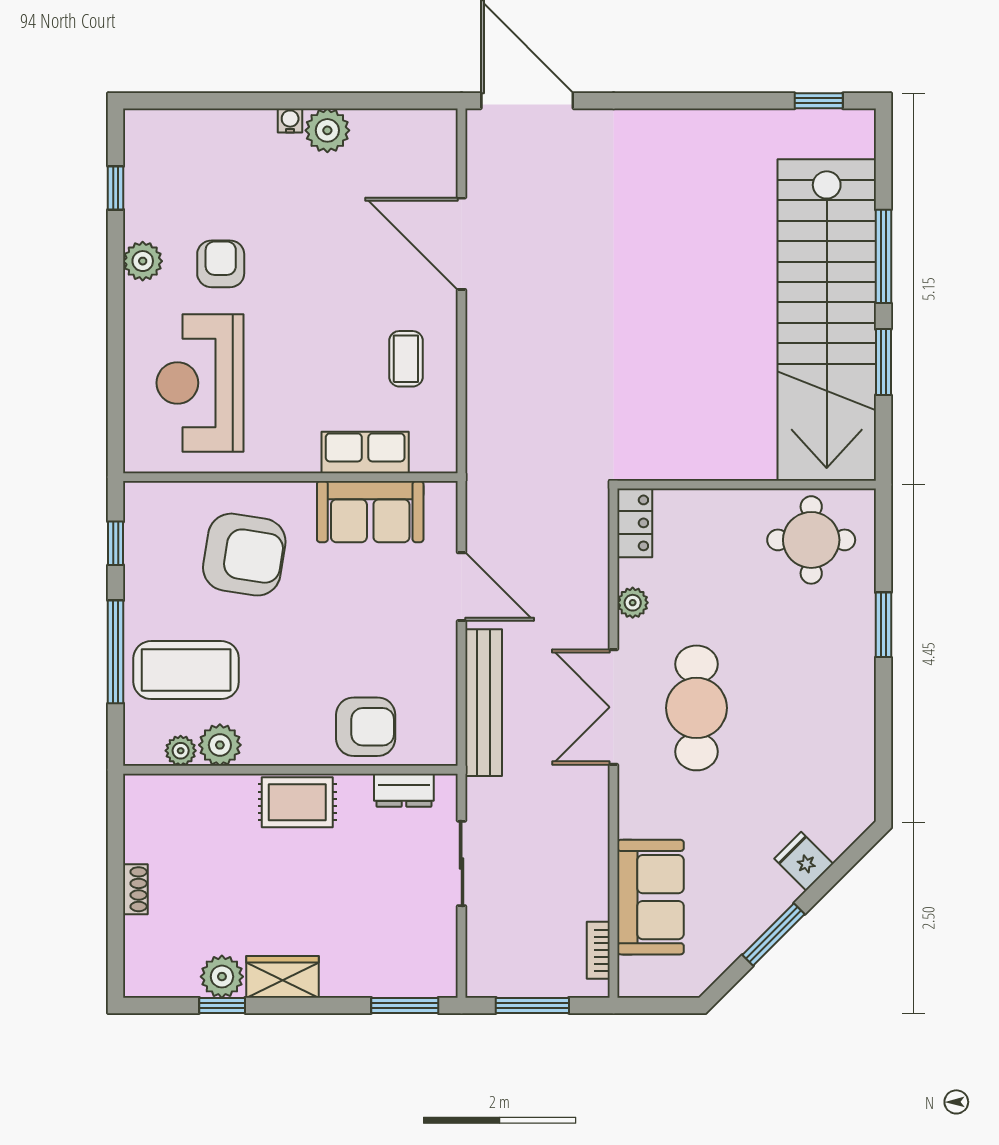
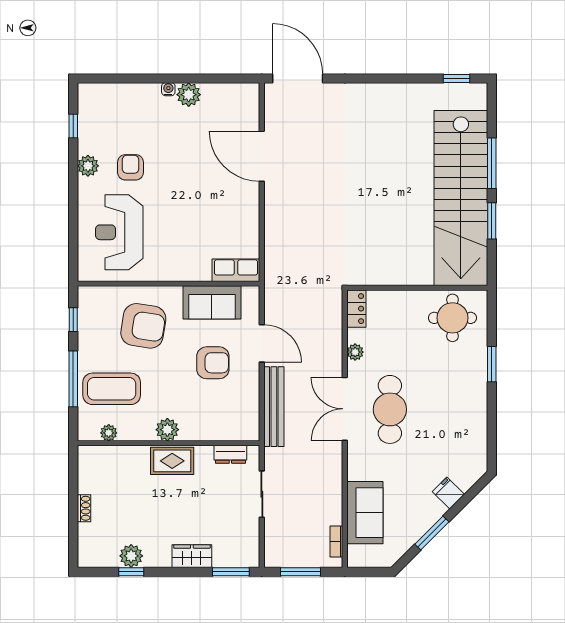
coffee table: (406, 359) -> (232, 219), removed
row of seats: (365, 452) -> (236, 270), moved
armchair: (366, 727) -> (213, 363), moved
plant: (220, 745) -> (167, 430), moved
wardrobe: (282, 977) -> (192, 556), moved

